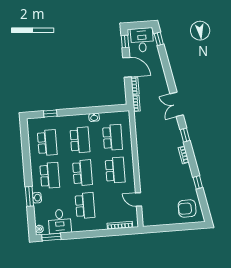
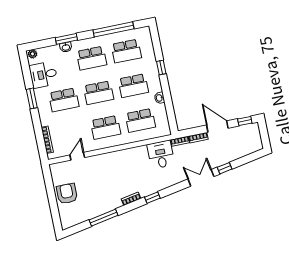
window: (159, 39) -> (225, 168), moved
desk: (142, 40) -> (161, 155), moved, turned -90
door: (127, 67) -> (217, 127), swing flipped
double door: (177, 104) -> (201, 178), moved
window: (50, 114) -> (161, 67), moved
window: (26, 152) -> (113, 29), added
window: (198, 182) -> (103, 218), width x2.17
armchair: (187, 209) -> (67, 194), moved
window: (51, 237) -> (32, 98), moved

